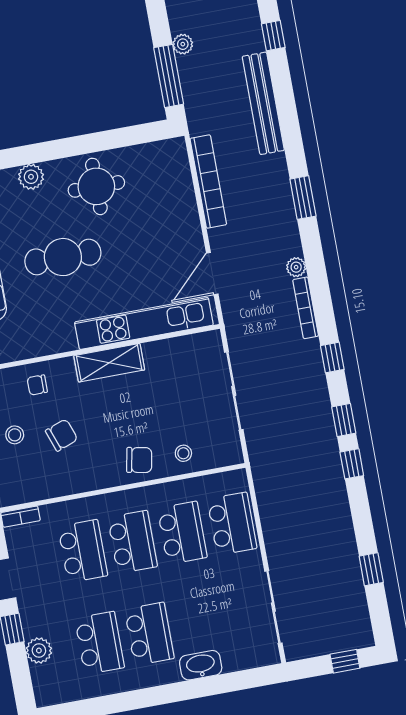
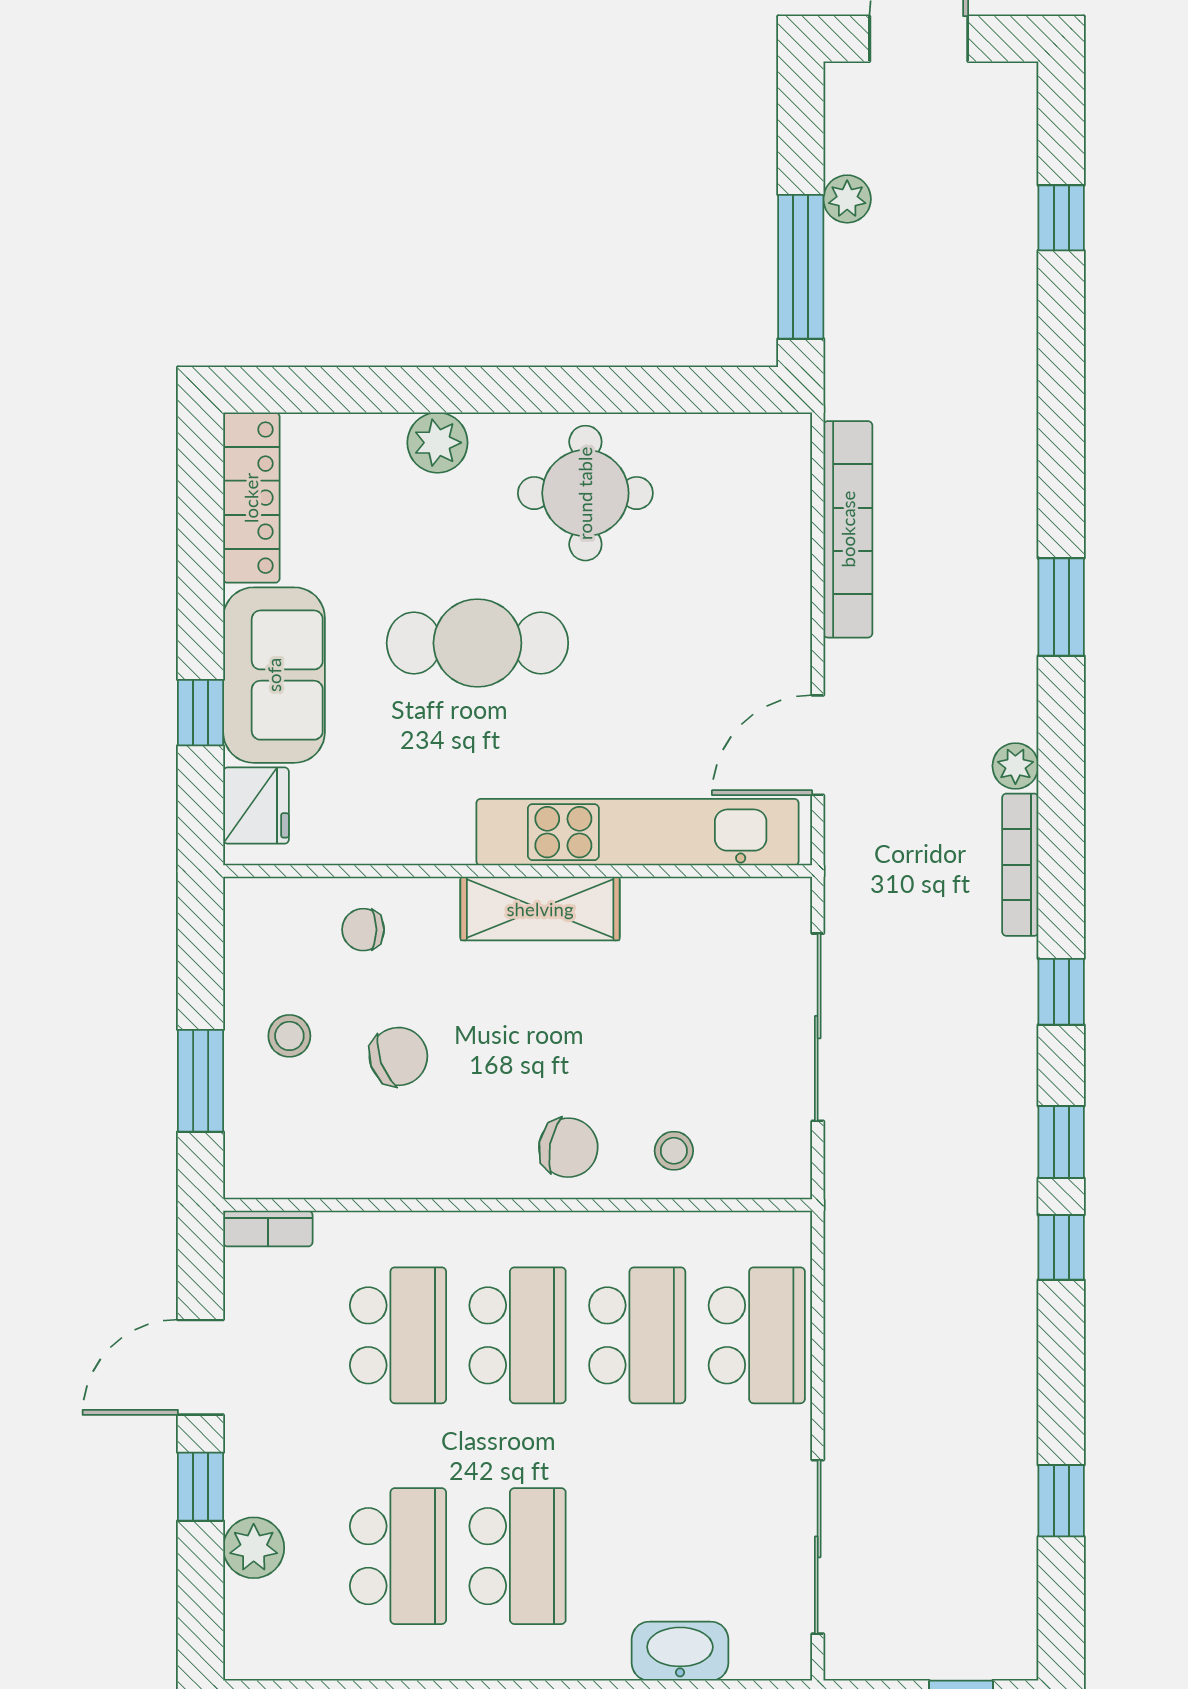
bench: (263, 103) -> (1009, 371), removed
washbasin: (201, 665) -> (680, 1651), moved

